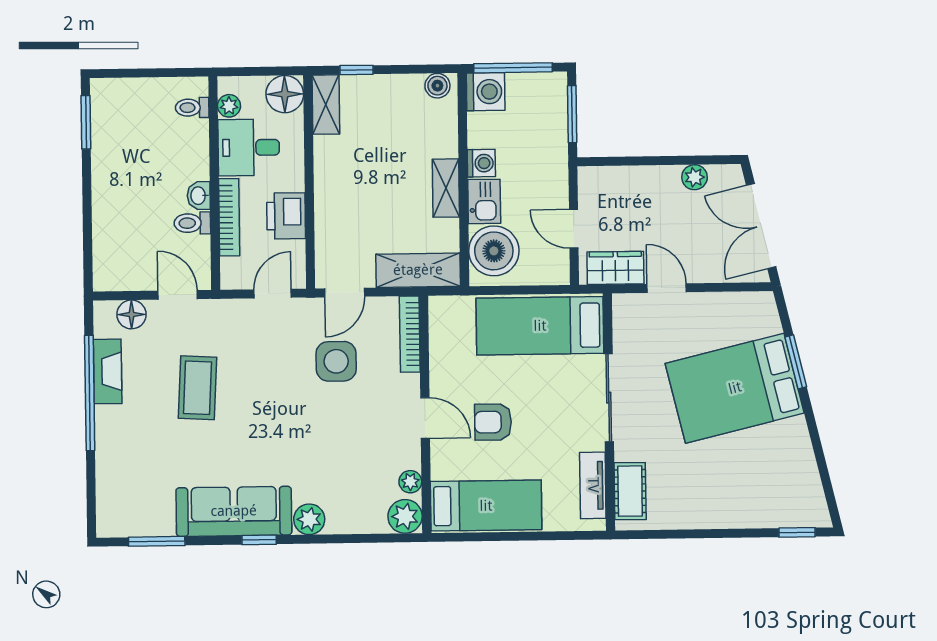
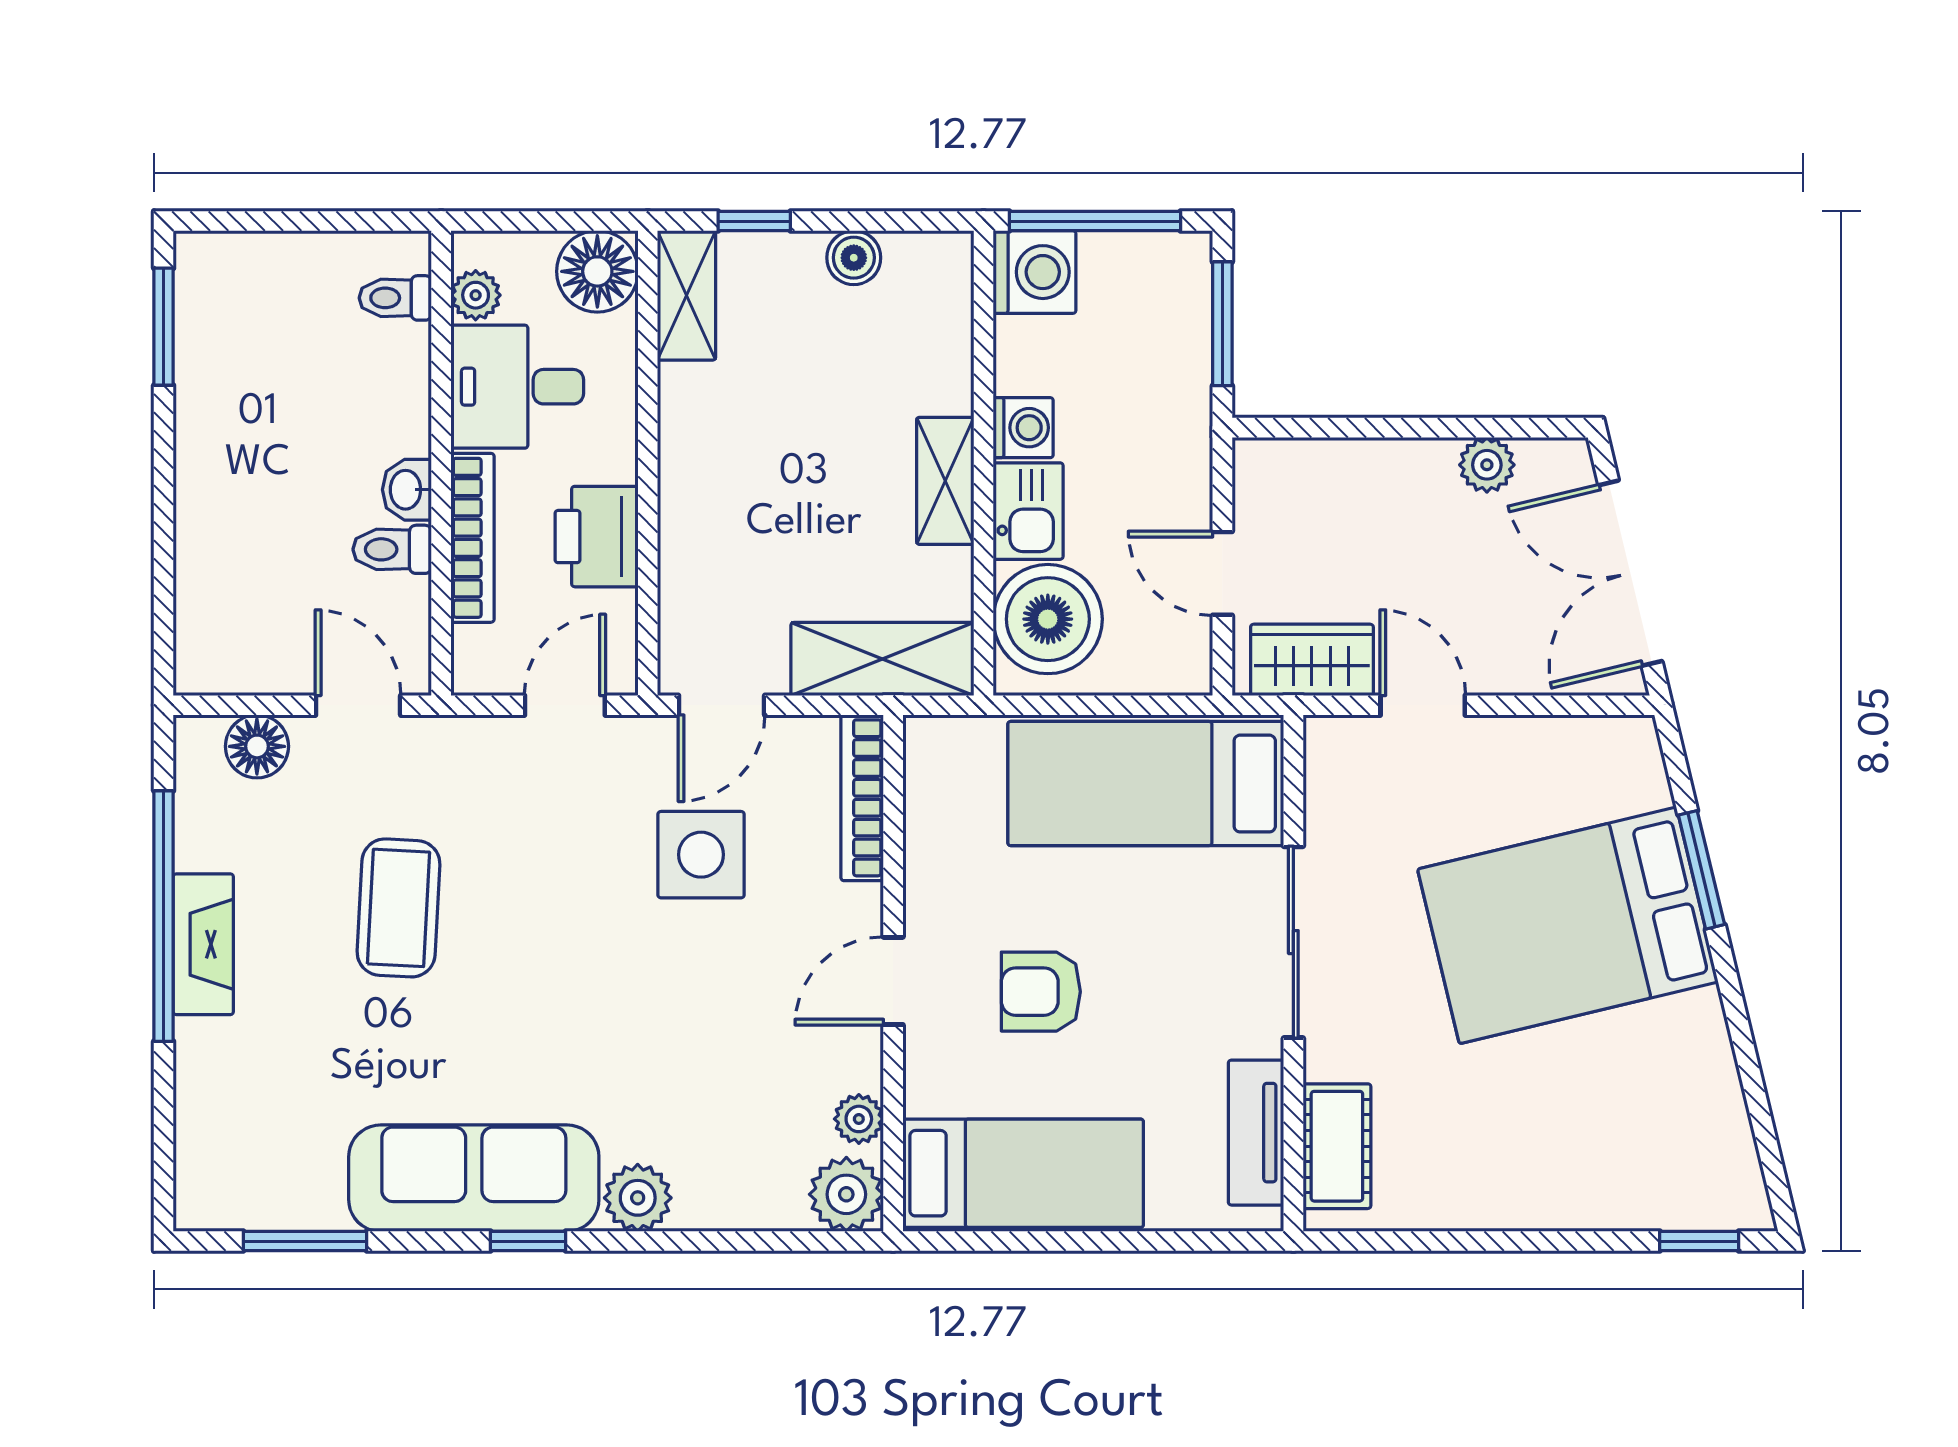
boiler: (437, 86) -> (854, 258), moved
fireplace: (108, 371) -> (203, 944), moved
door: (425, 418) -> (893, 981), swing flipped

